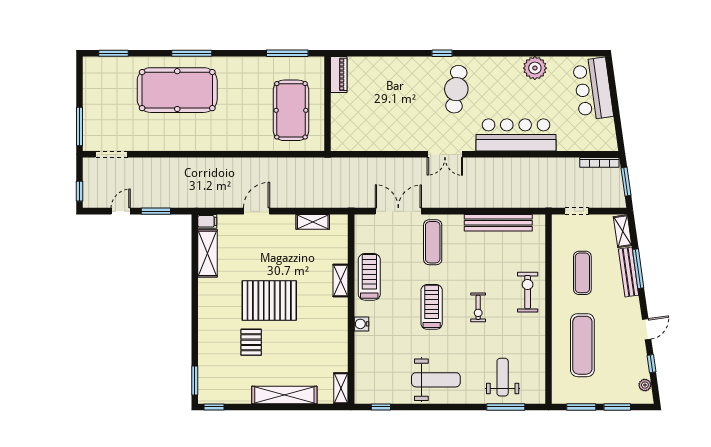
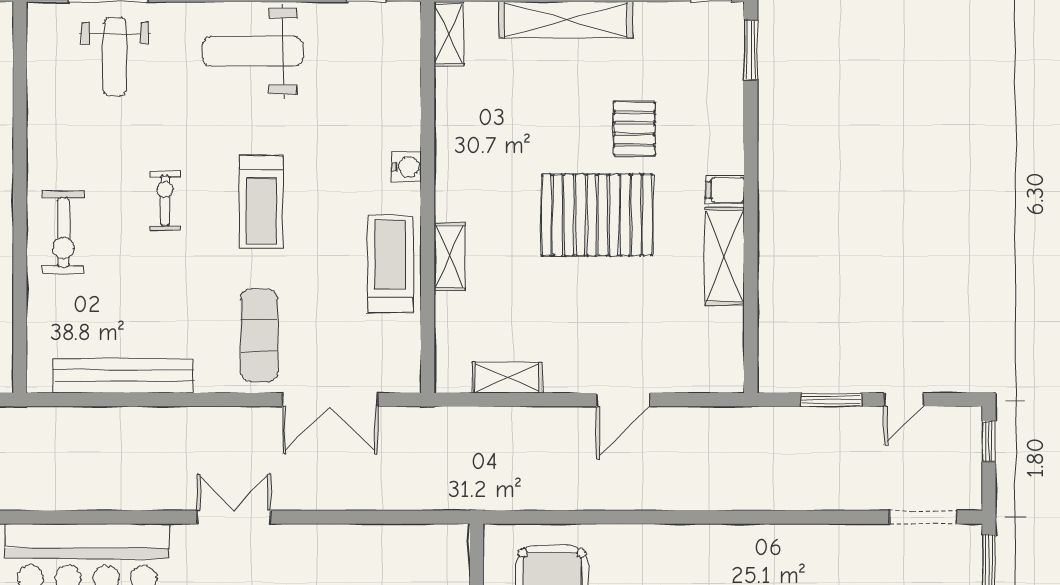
filing cabinet: (207, 221) -> (725, 190), moved
shelving: (207, 253) -> (725, 256), moved
treadmill: (369, 277) -> (390, 264), turned 180

